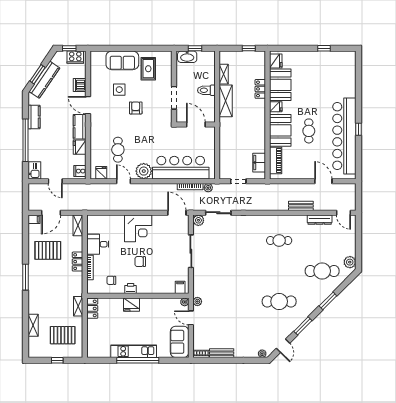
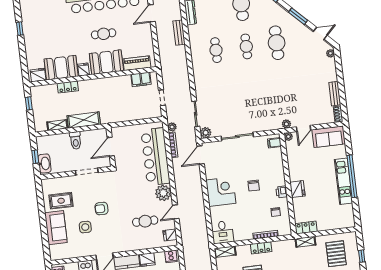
desk: (98, 244) -> (223, 232), moved
cafe table: (279, 271) -> (246, 46), added

